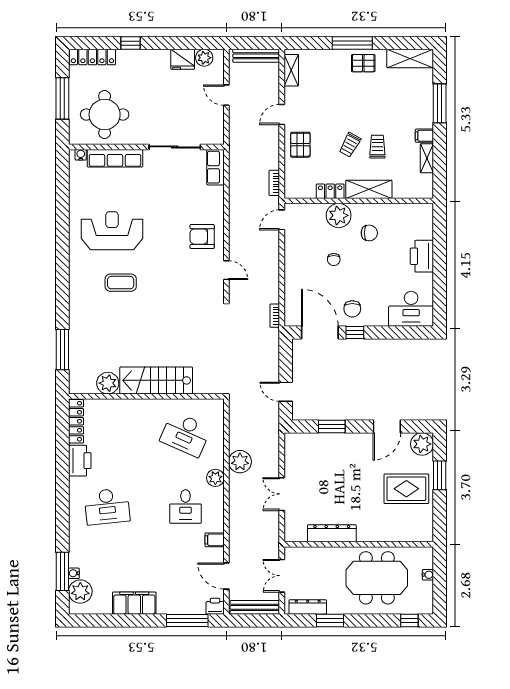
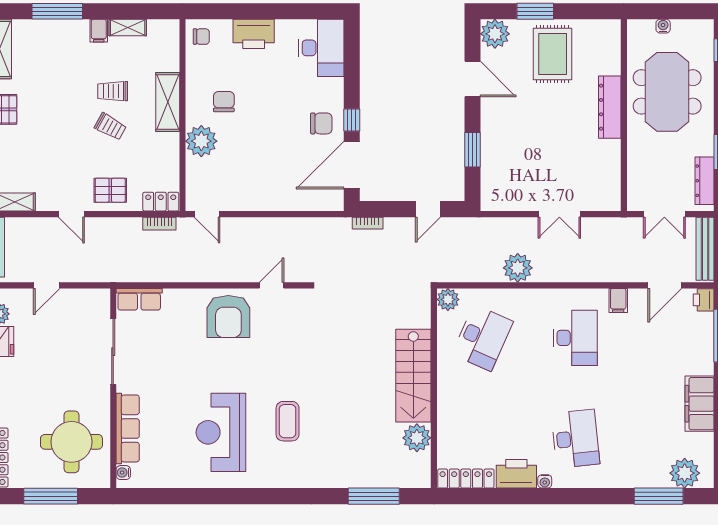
locker: (330, 191) -> (161, 202), moved, turned 90
armchair: (202, 237) -> (228, 316), width x1.36, depth x1.36
chair: (334, 259) -> (201, 37), moved
bookcase: (275, 316) -> (368, 223), moved
plant: (215, 478) -> (448, 299), moved
desk: (186, 506) -> (575, 338), width x1.37
dresser: (332, 533) -> (610, 107), moved
water cooler: (74, 573) -> (545, 481), moved

